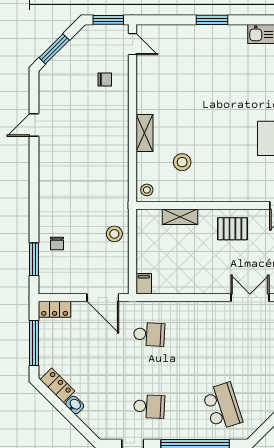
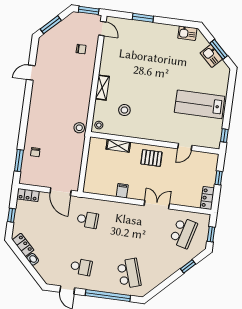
window: (212, 20) -> (143, 18), moved
stool: (114, 234) -> (79, 128), moved
filing cabinet: (144, 284) -> (122, 191), moved
window: (34, 343) -> (12, 215), width x0.46

